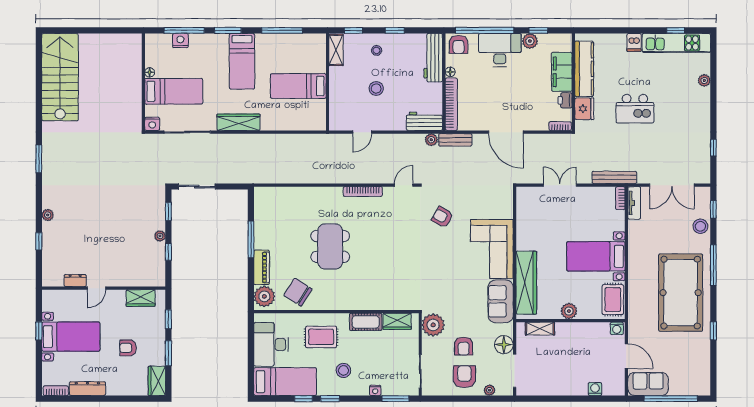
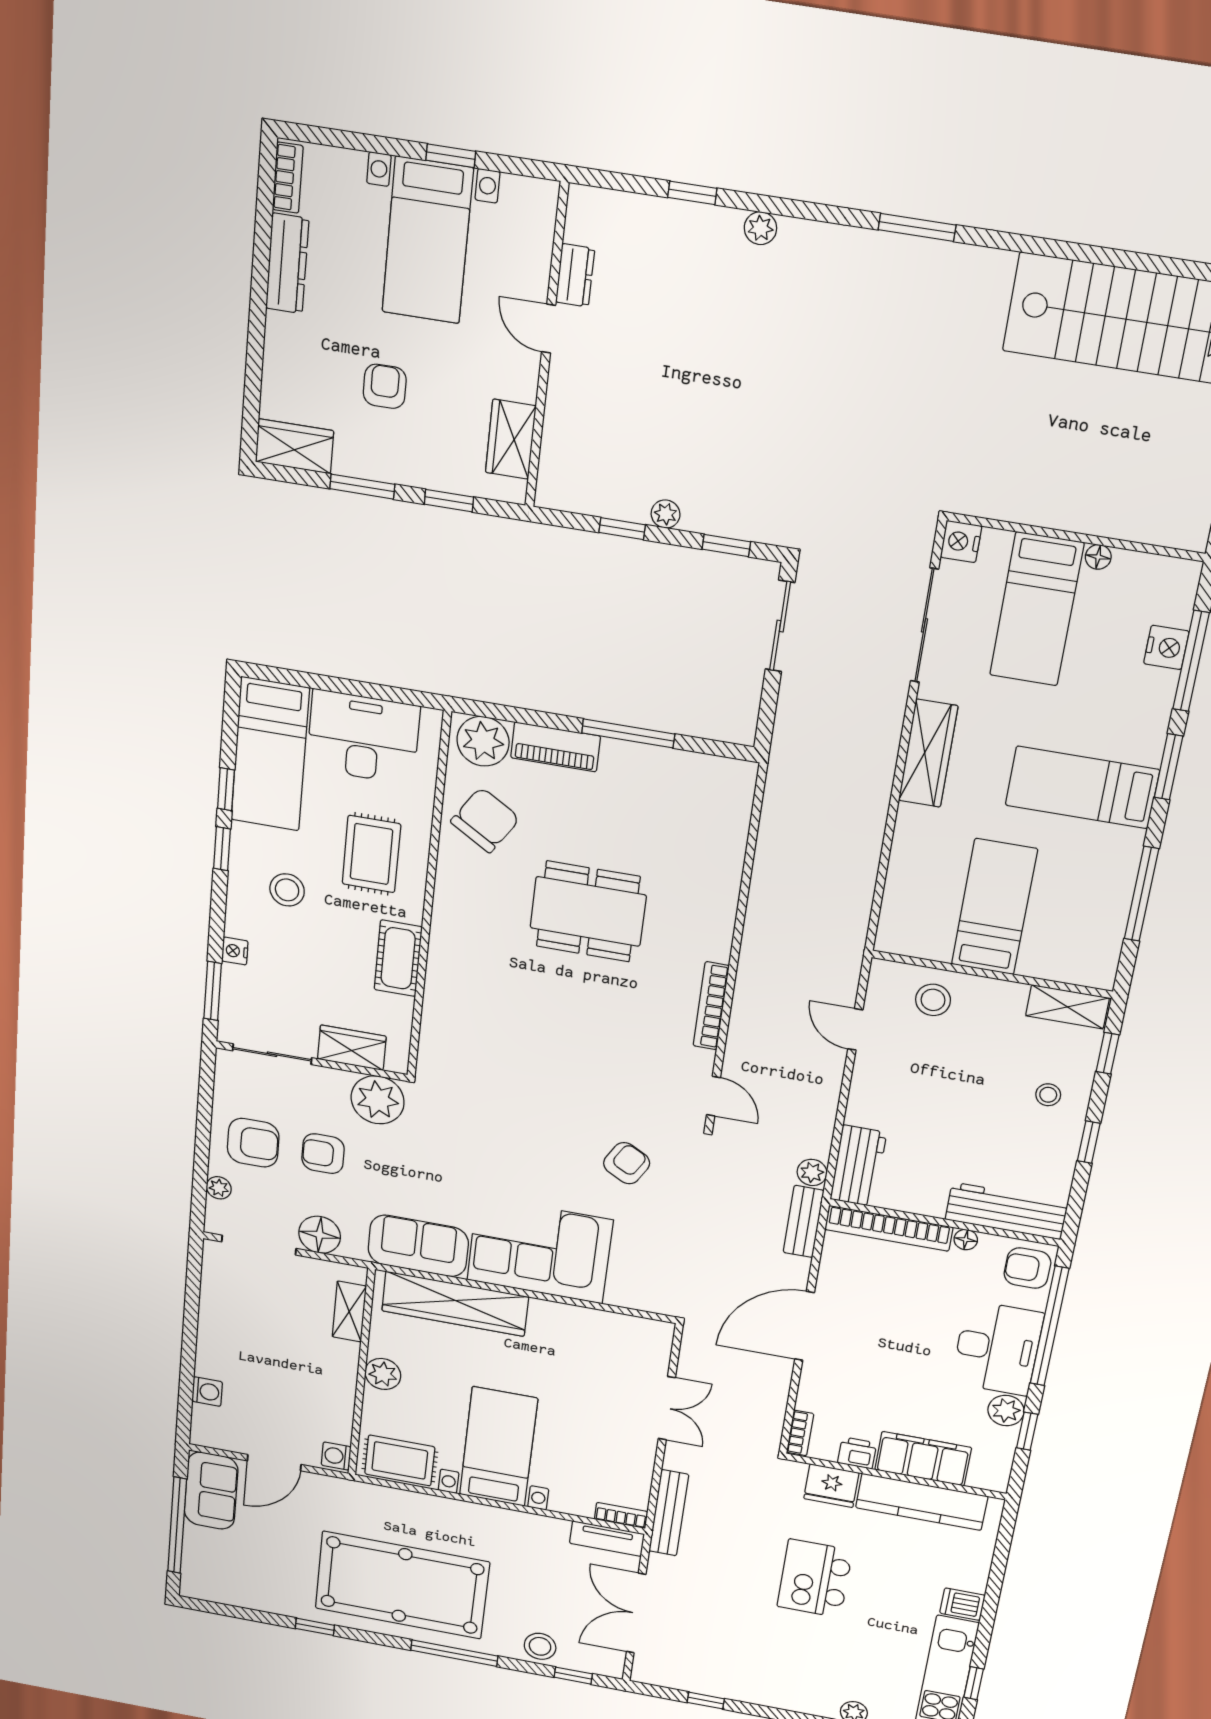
stool: (376, 88) -> (933, 1000), moved
wardrobe: (397, 321) -> (352, 1048), moved, turned 90

